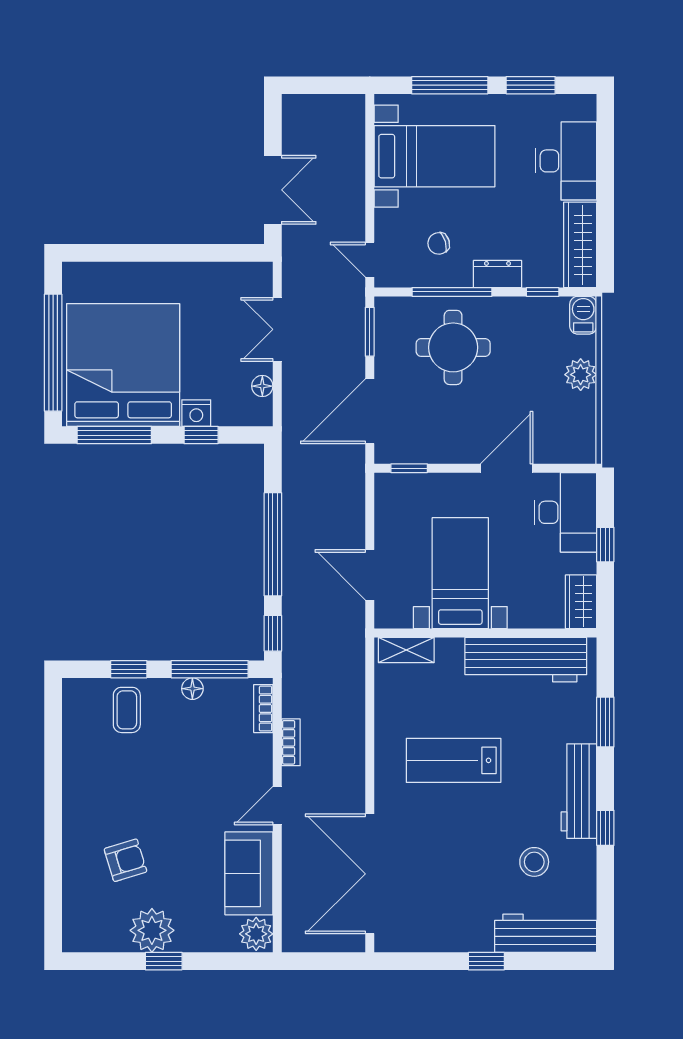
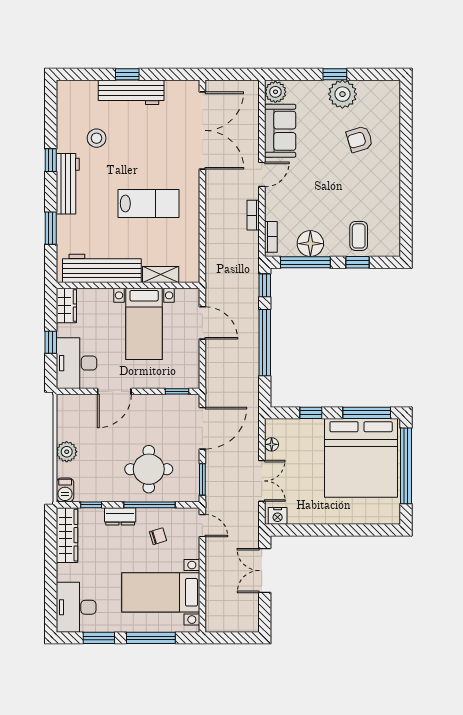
desk: (566, 161) -> (76, 607), moved
nightstand: (196, 413) -> (278, 516), moved, turned 180
shelving: (406, 650) -> (161, 275), moved
floor lamp: (192, 689) -> (310, 244), width x1.89, depth x1.89
workbench: (546, 933) -> (131, 92), moved

